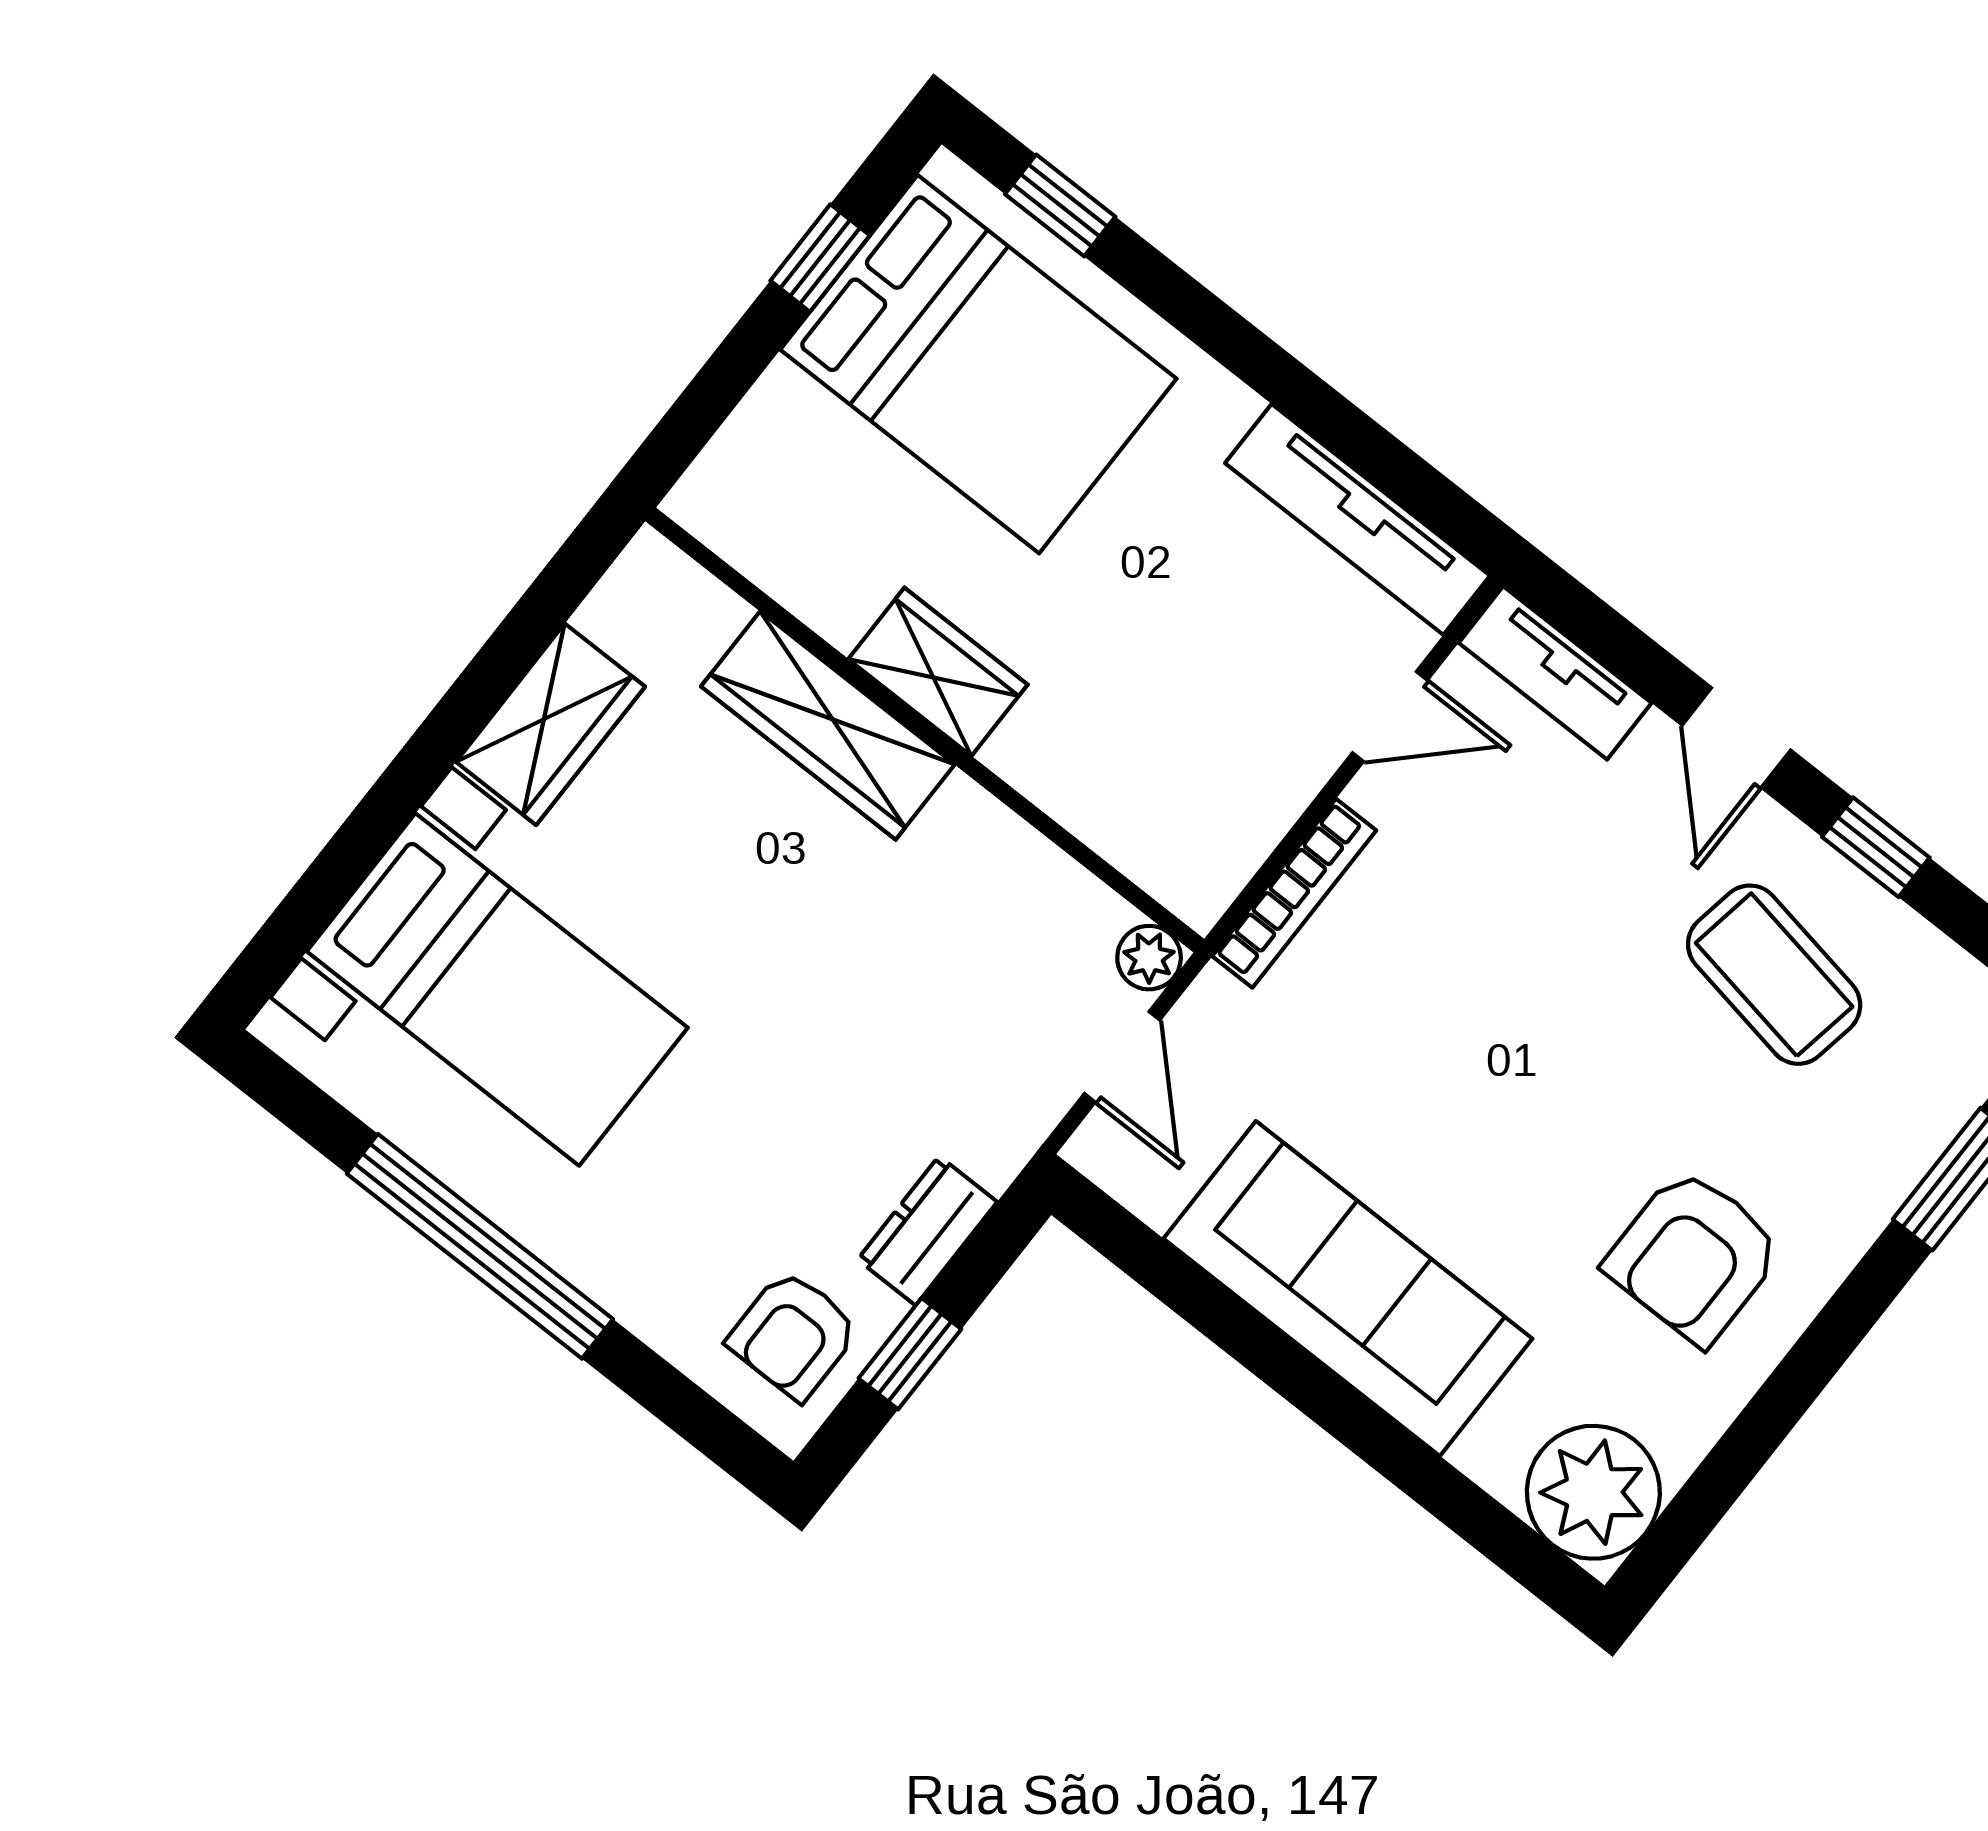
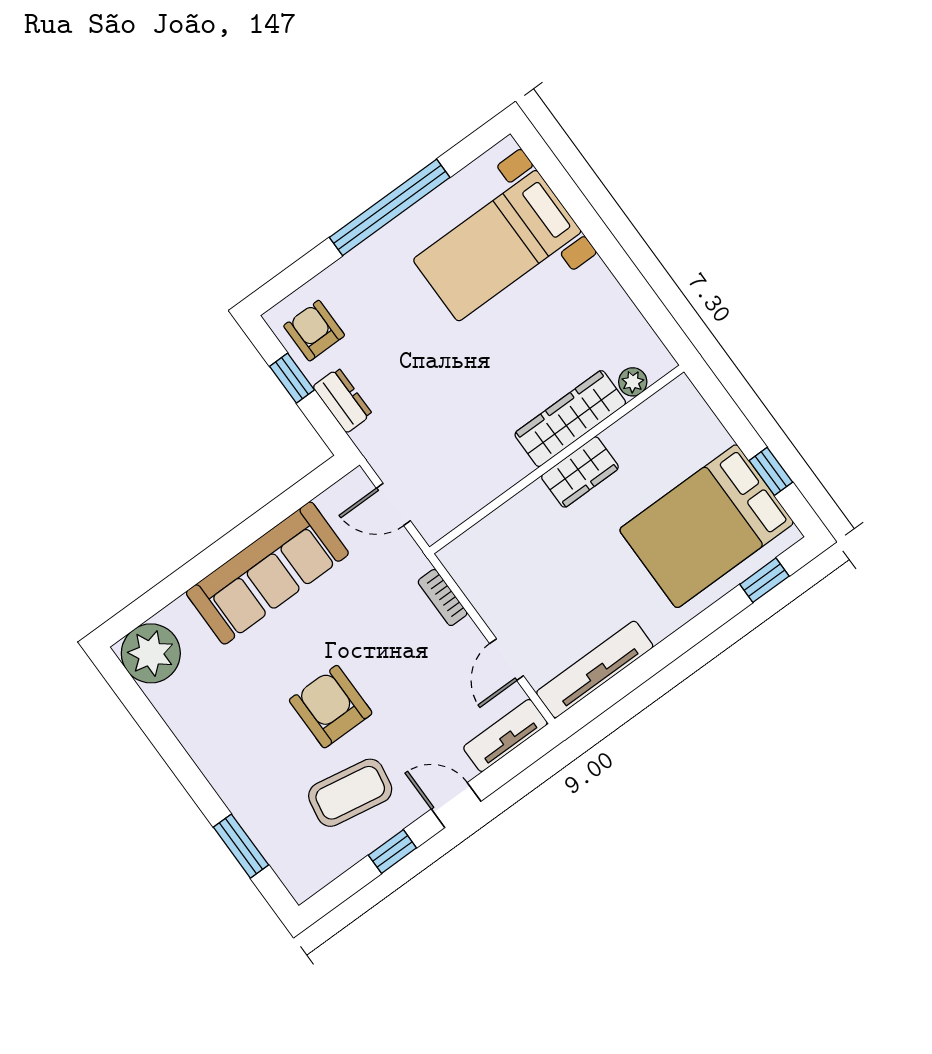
wardrobe: (550, 724) -> (604, 300), removed
bookcase: (1294, 893) -> (443, 598), width x0.64
plant: (1149, 958) -> (633, 382), moved
armchair: (1694, 1256) -> (331, 707), moved

